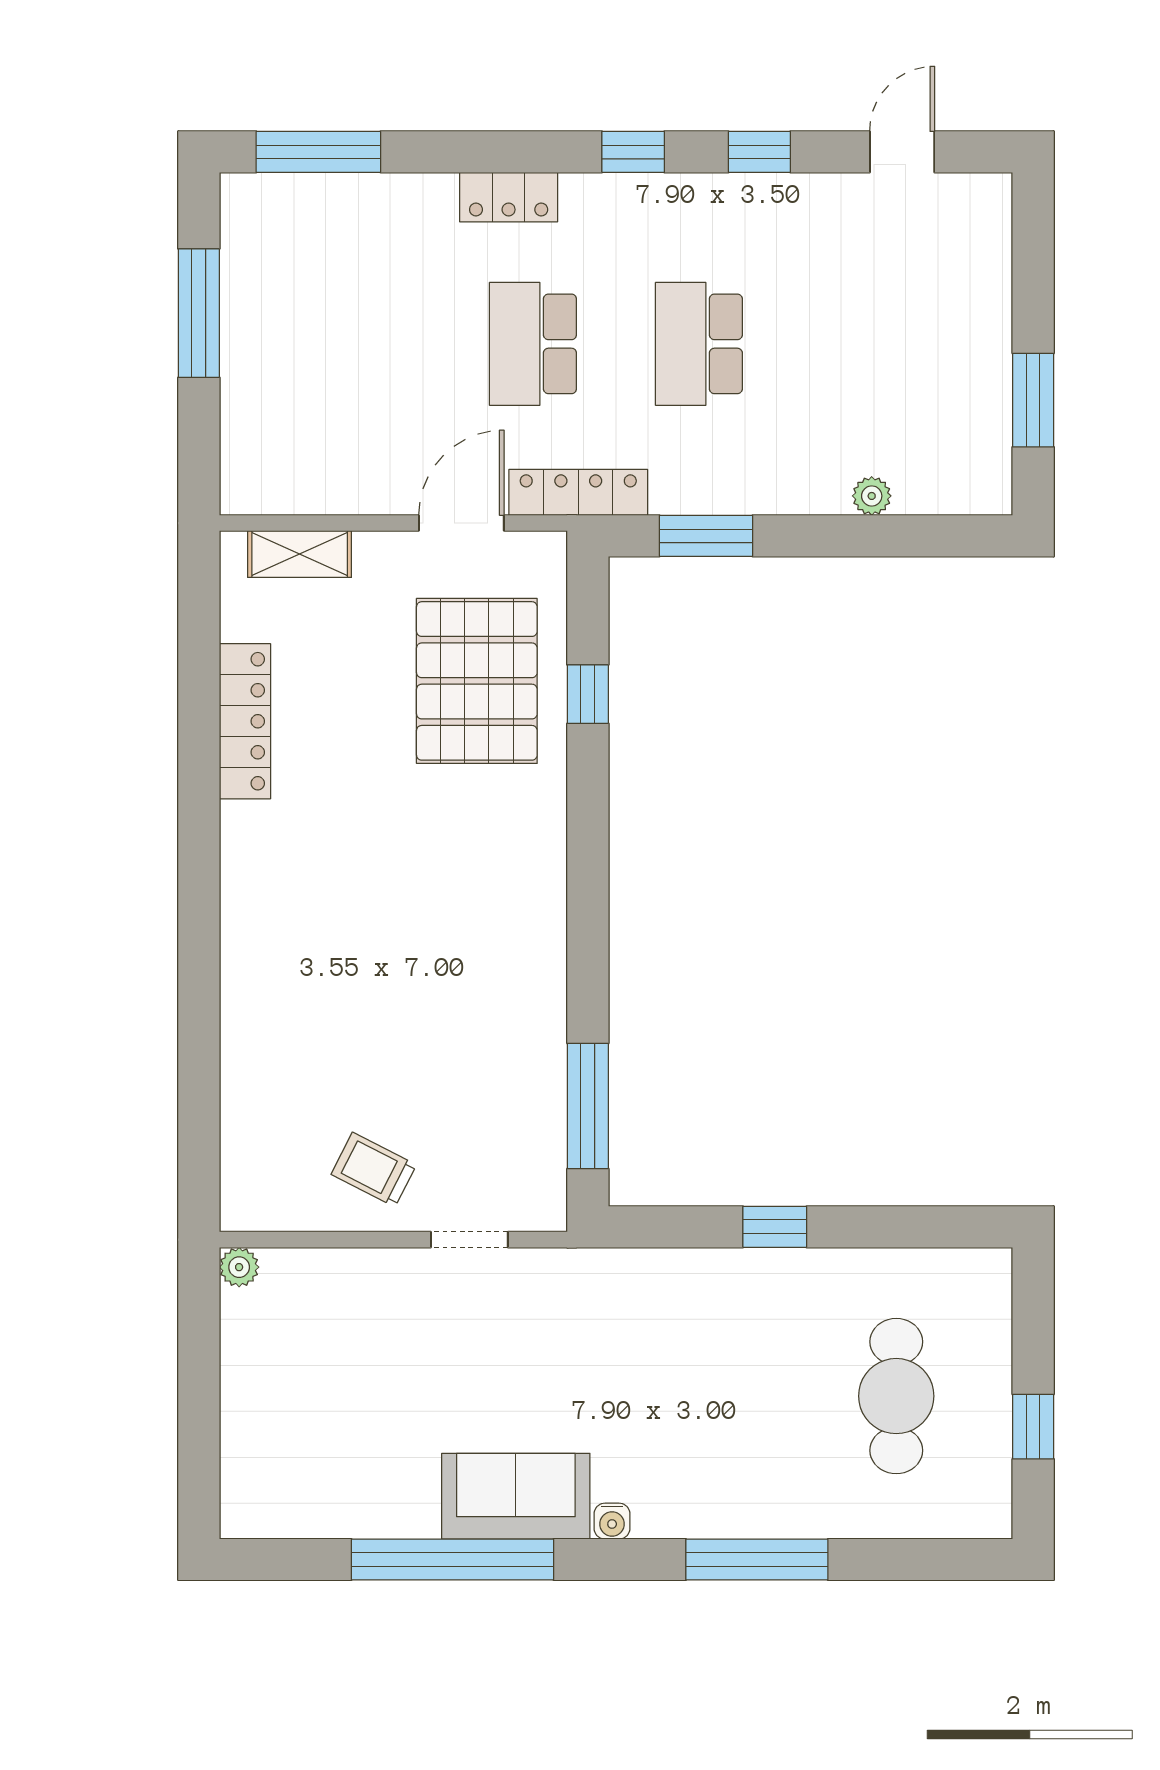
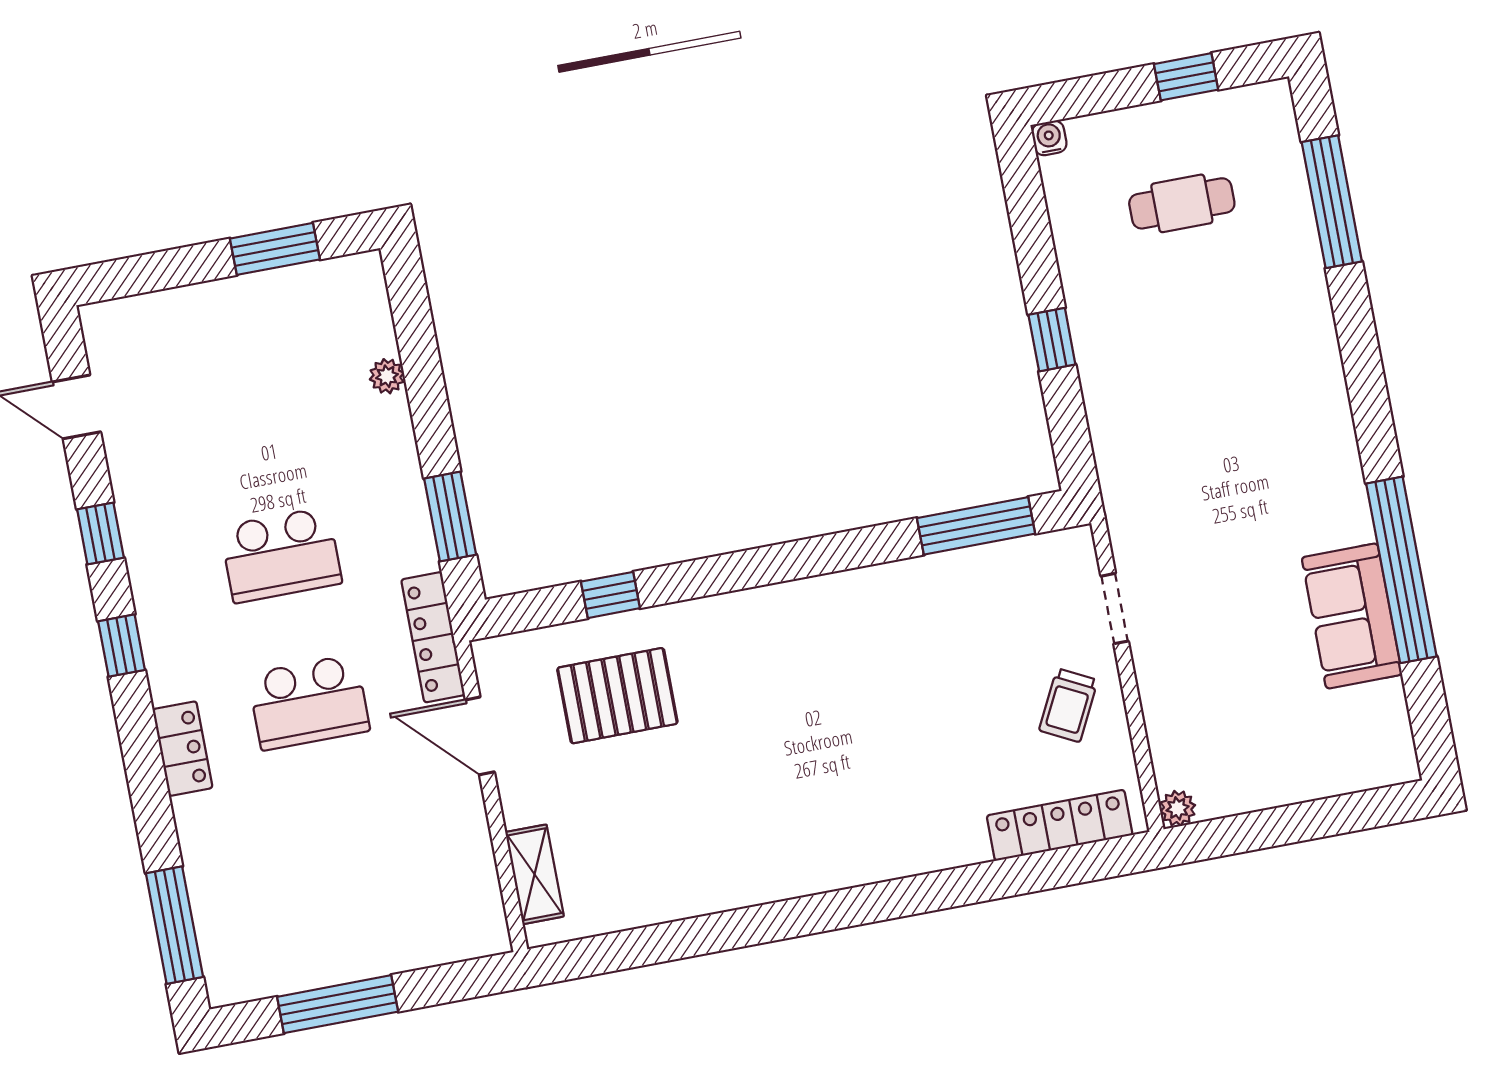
pallet: (477, 681) -> (617, 696), width x0.73, depth x0.71
locker: (245, 721) -> (1060, 825), moved
cafe table: (896, 1396) -> (1182, 203), width x0.73, depth x0.74
sofa: (516, 1496) -> (1352, 616), moved
water cooler: (612, 1521) -> (1049, 138), moved, turned -90
window: (757, 1560) -> (1332, 202), moved

